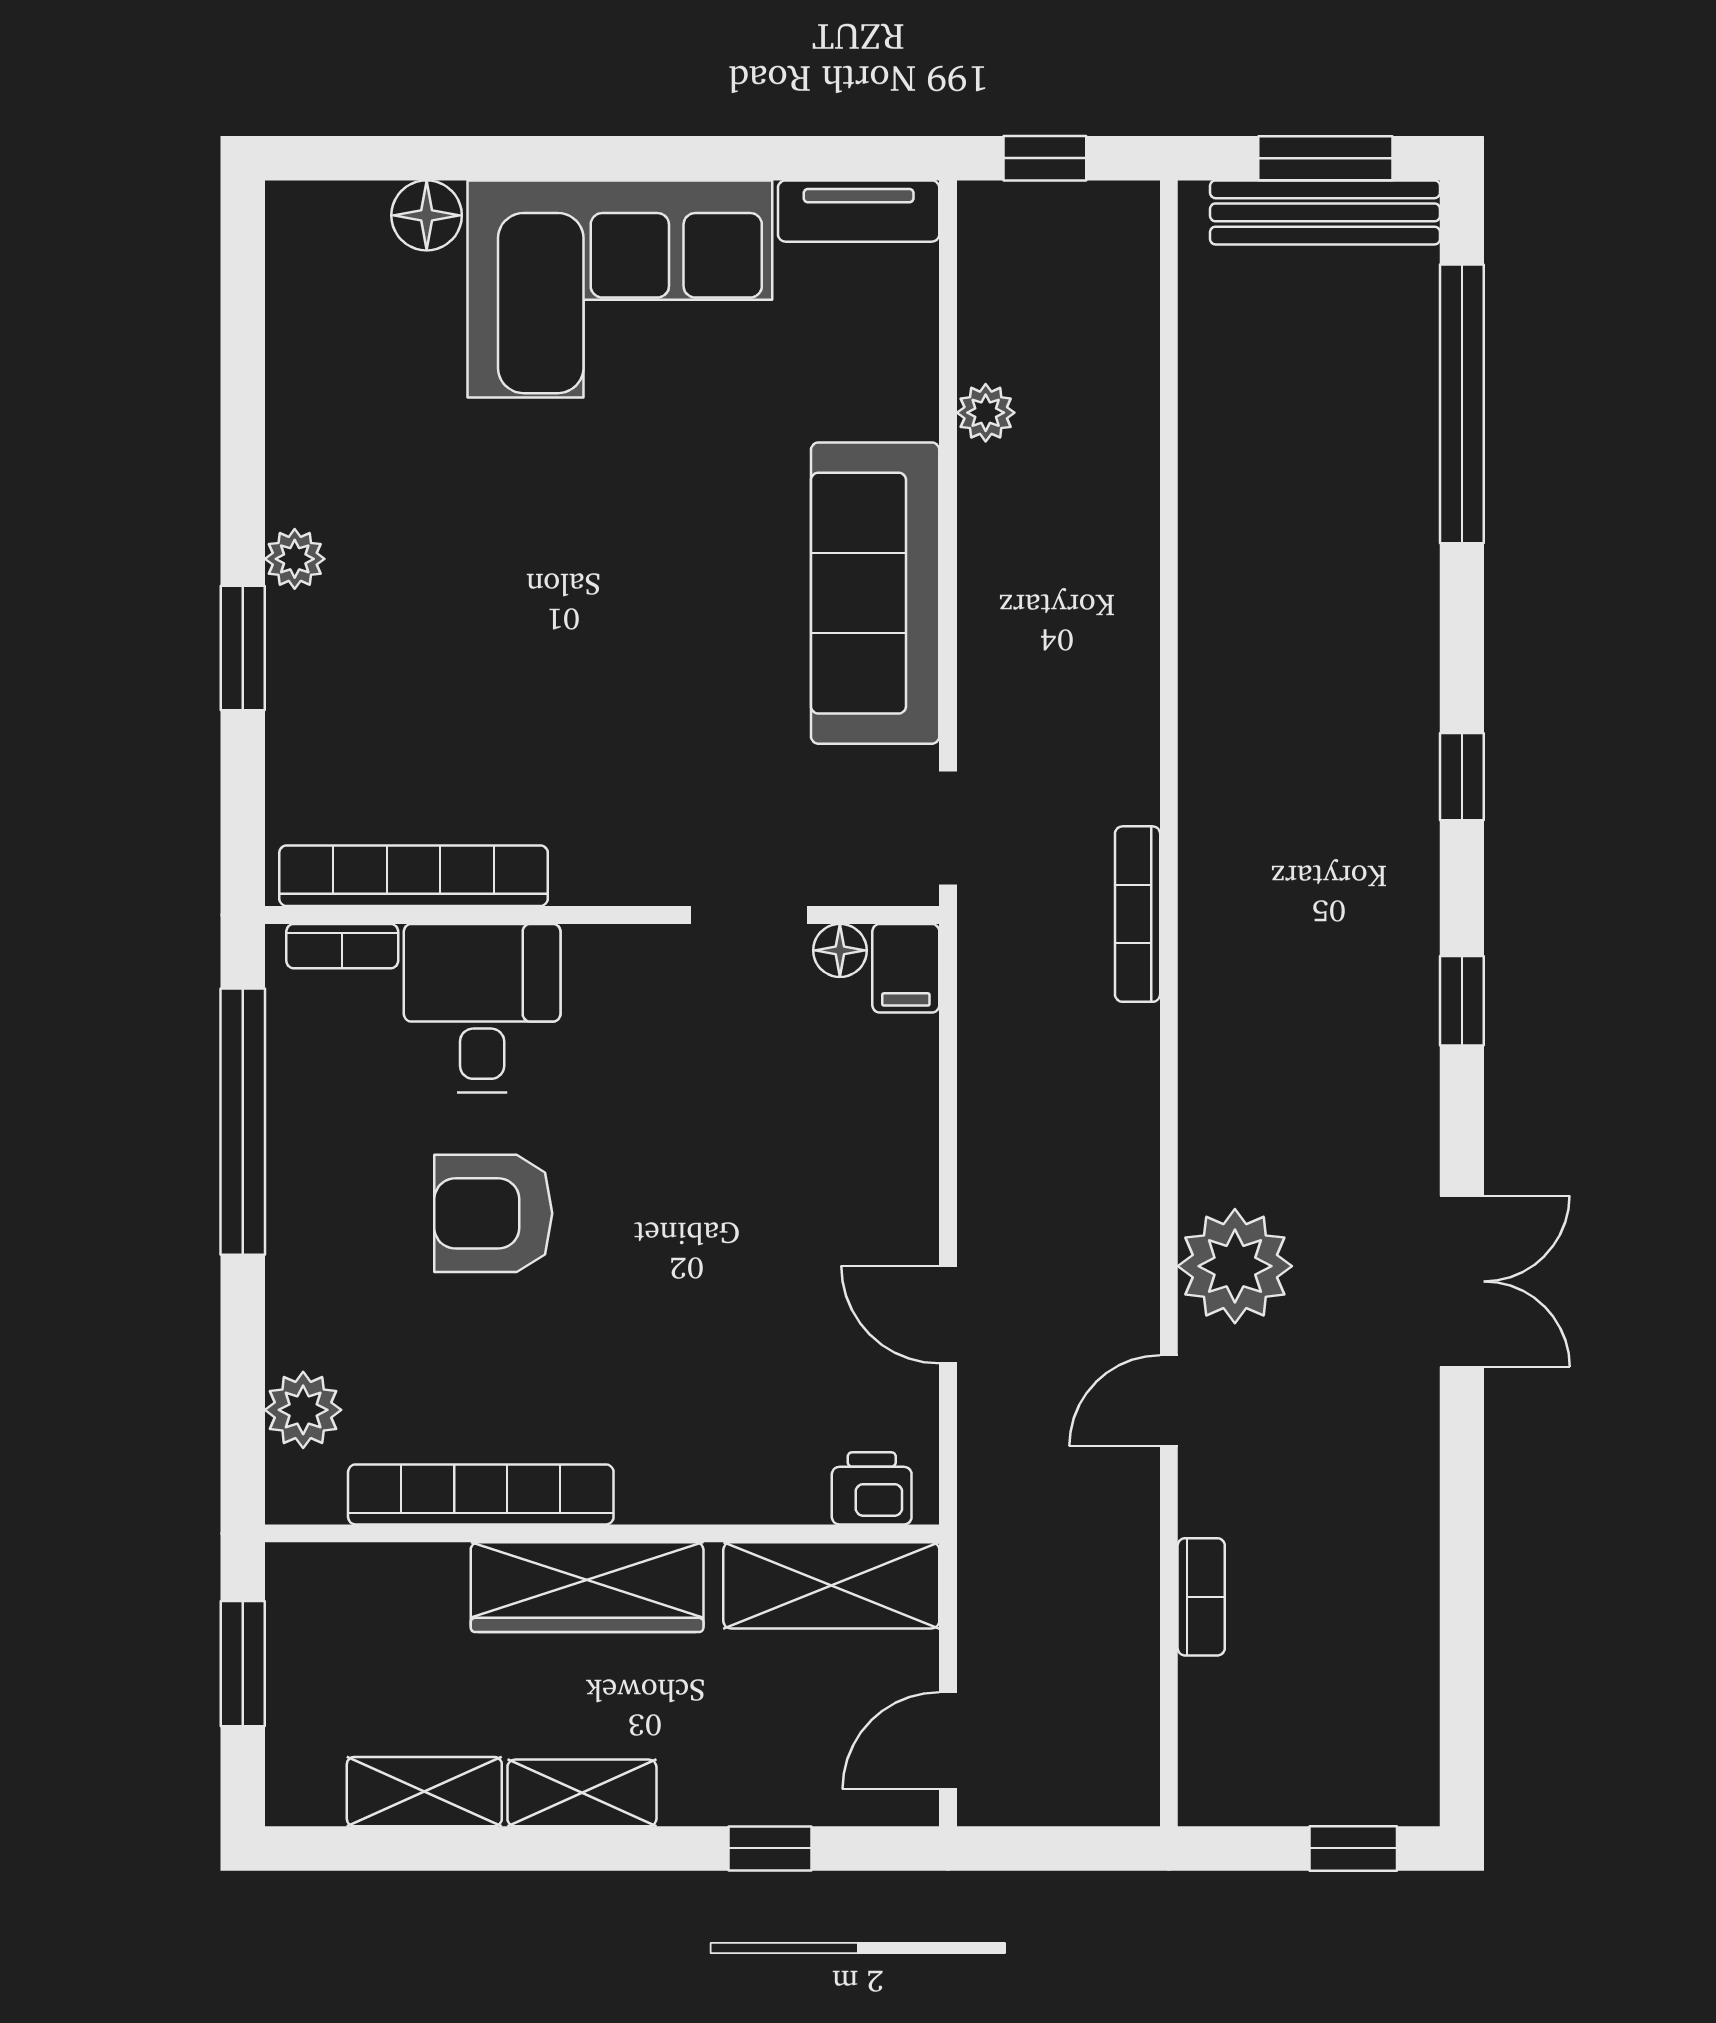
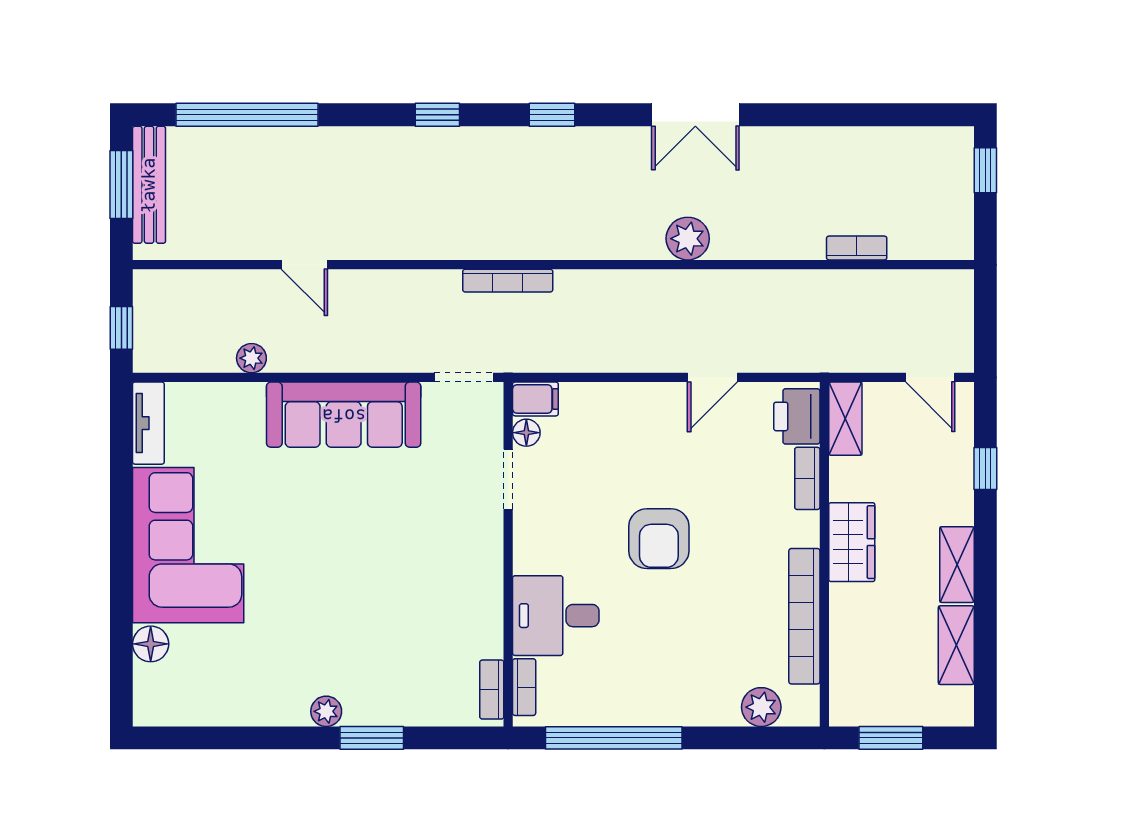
bookcase: (414, 876) -> (492, 690), width x0.43, depth x0.76
armchair: (493, 1213) -> (659, 539), moved
plant: (1235, 1266) -> (688, 239), width x0.73, depth x0.73
double door: (1462, 1281) -> (695, 115), swing flipped
door: (1169, 1401) -> (304, 265), moved
printer: (872, 1488) -> (797, 416), width x1.36, depth x1.24
bookcase: (751, 1500) -> (807, 478), added
shelving: (831, 1585) -> (845, 419), width x0.67, depth x0.75
wardrobe: (587, 1587) -> (852, 542), width x0.67

